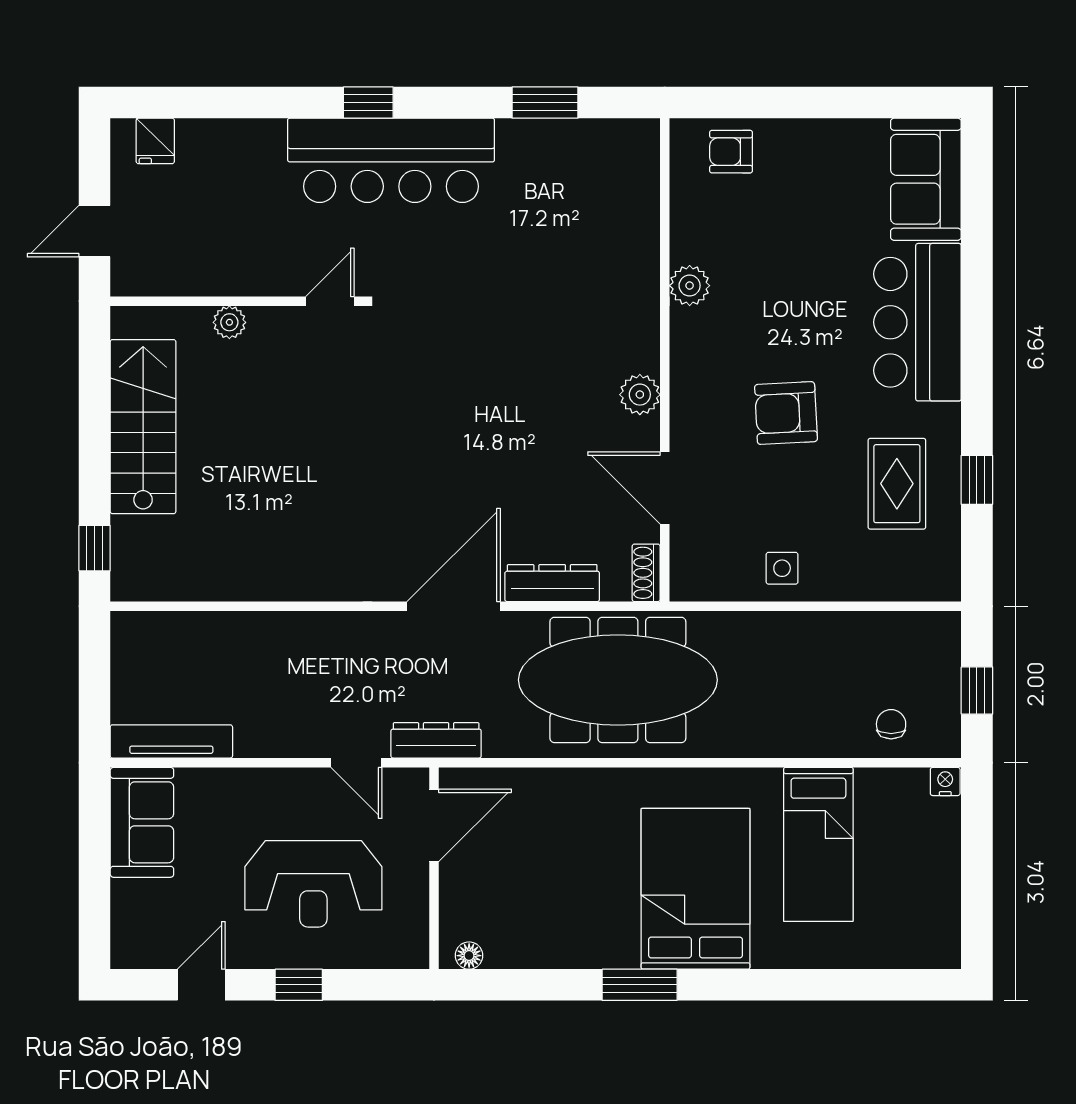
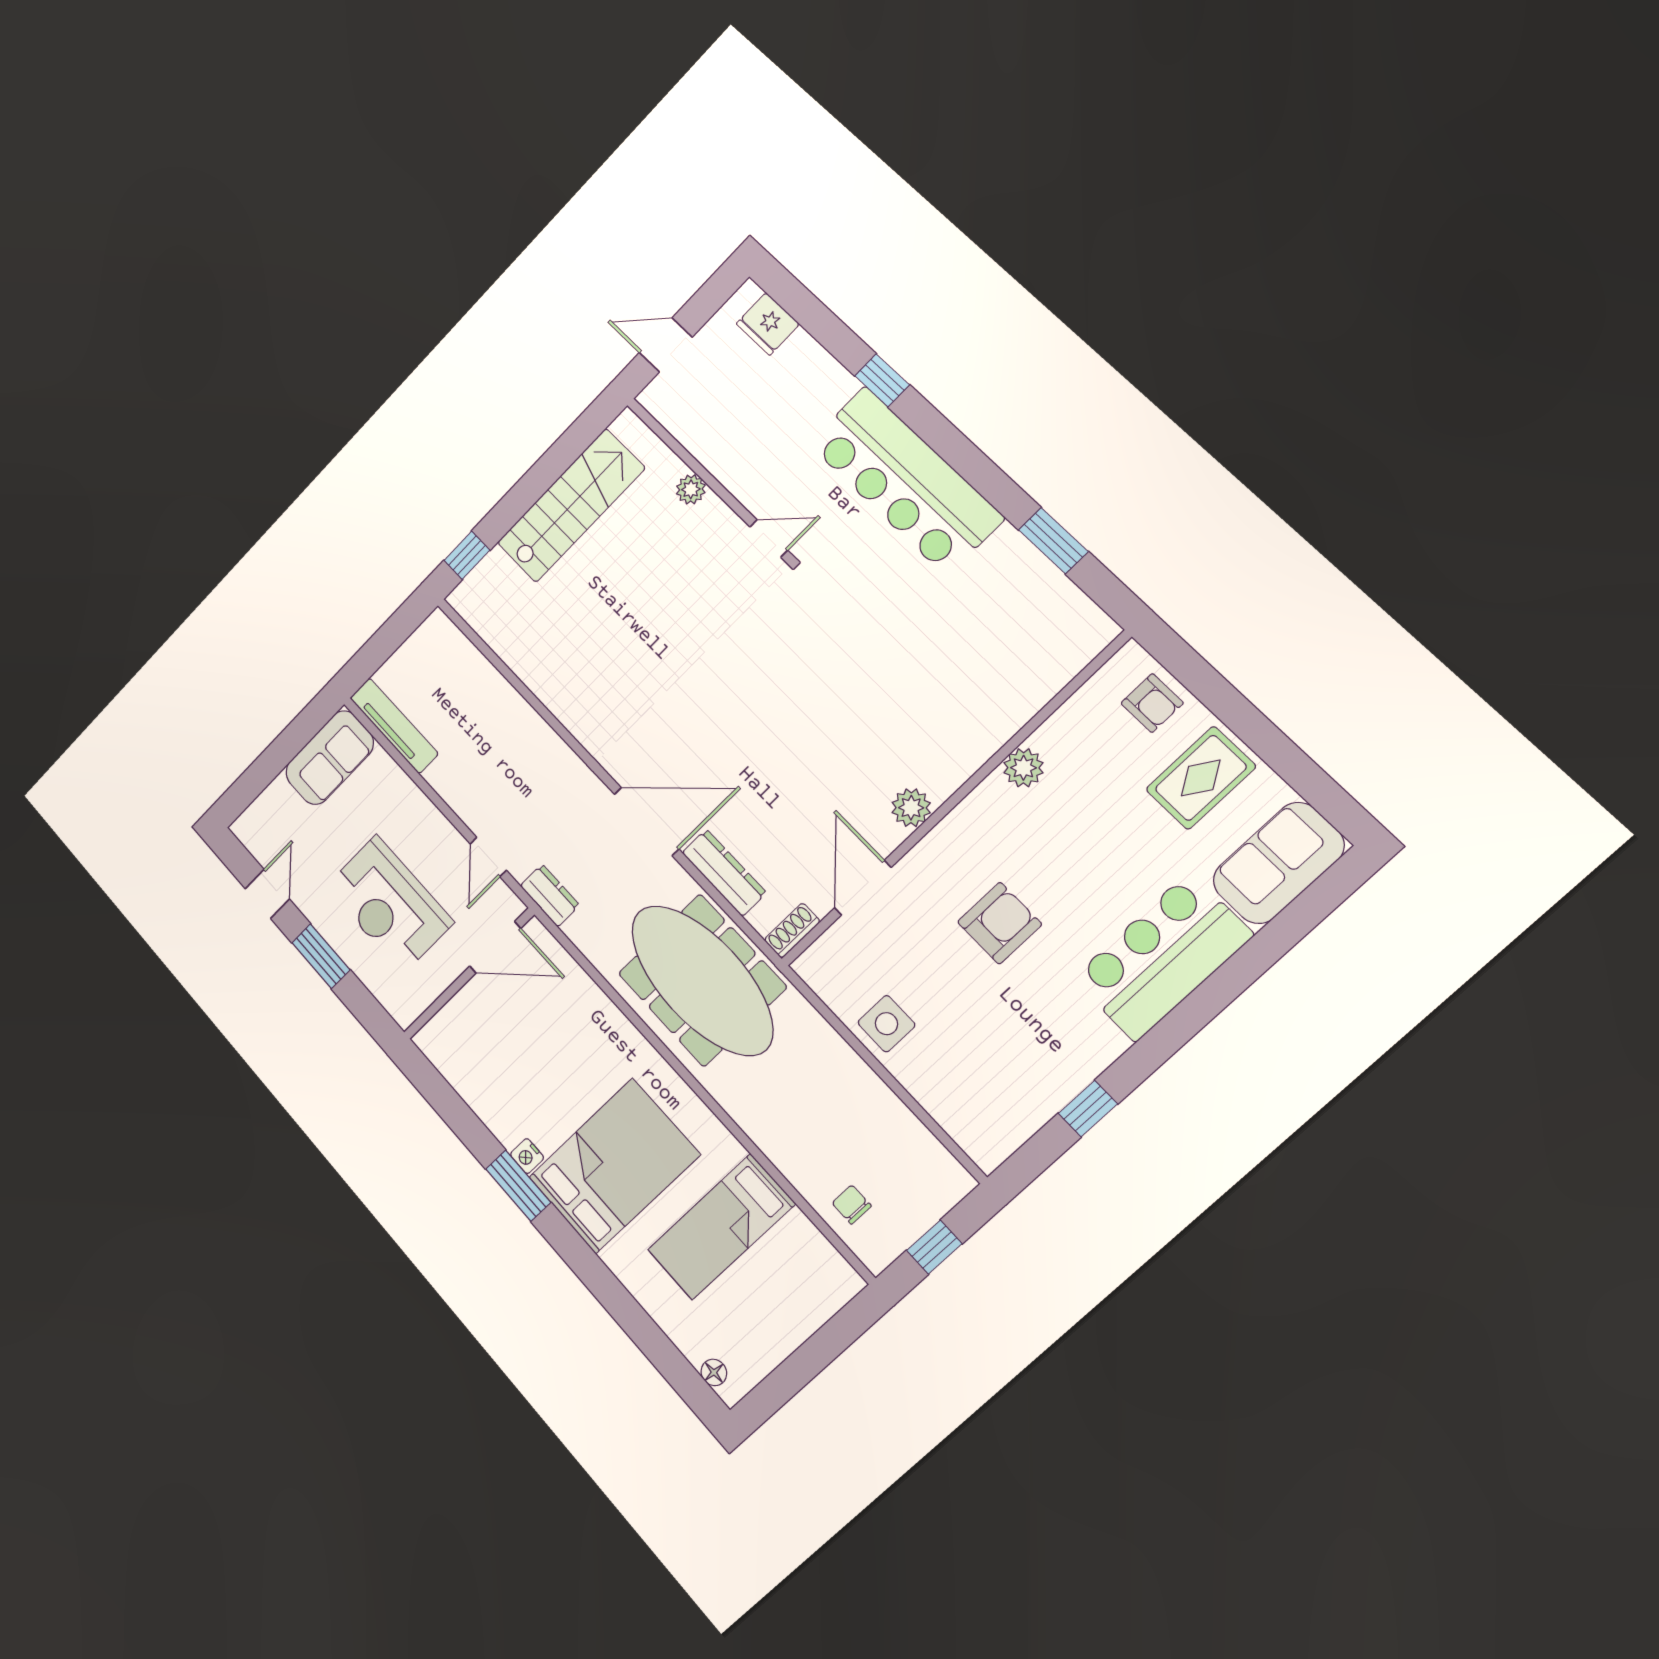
window: (368, 103) -> (882, 380), moved
fridge: (155, 141) -> (768, 324), width x1.38
armchair: (731, 152) -> (1152, 703), turned 180
armchair: (786, 413) -> (1000, 923), turned 93
rug: (897, 484) -> (1201, 778), moved
side table: (782, 568) -> (886, 1024), width x1.37, depth x1.37
chair: (891, 724) -> (852, 1204), turned -90
dresser: (436, 740) -> (550, 895), width x0.70
nightstand: (945, 781) -> (527, 1156), moved, turned 180
floor lamp: (469, 956) -> (714, 1372), moved
door: (201, 985) -> (267, 894), hinge flipped
window: (299, 985) -> (321, 956), width x1.50

